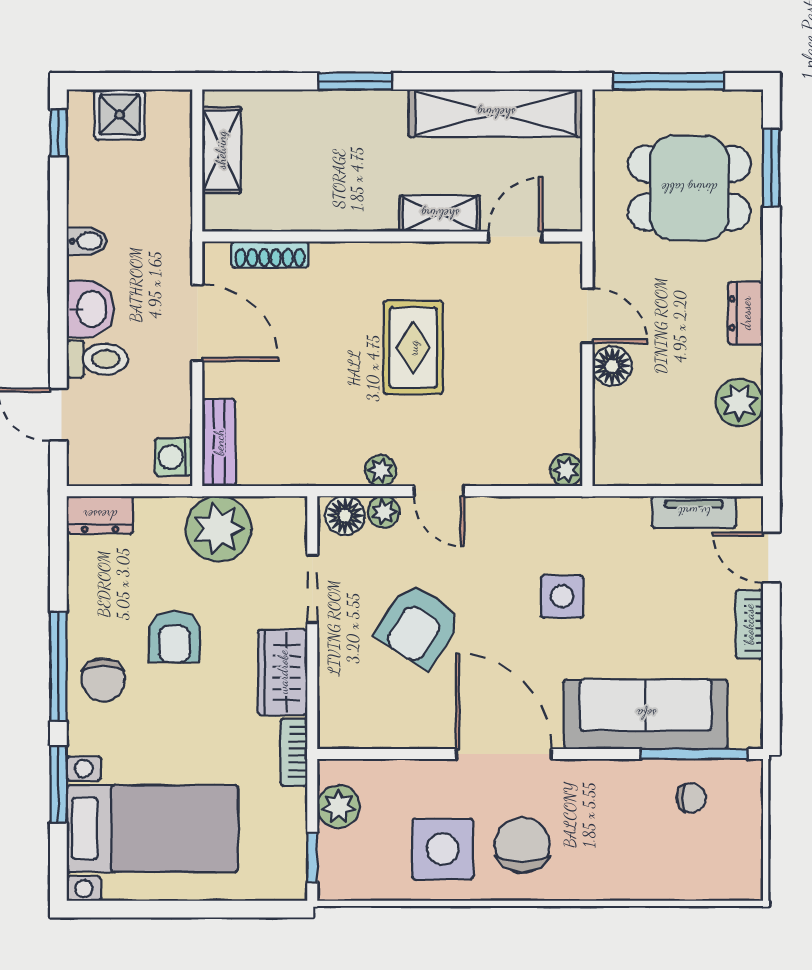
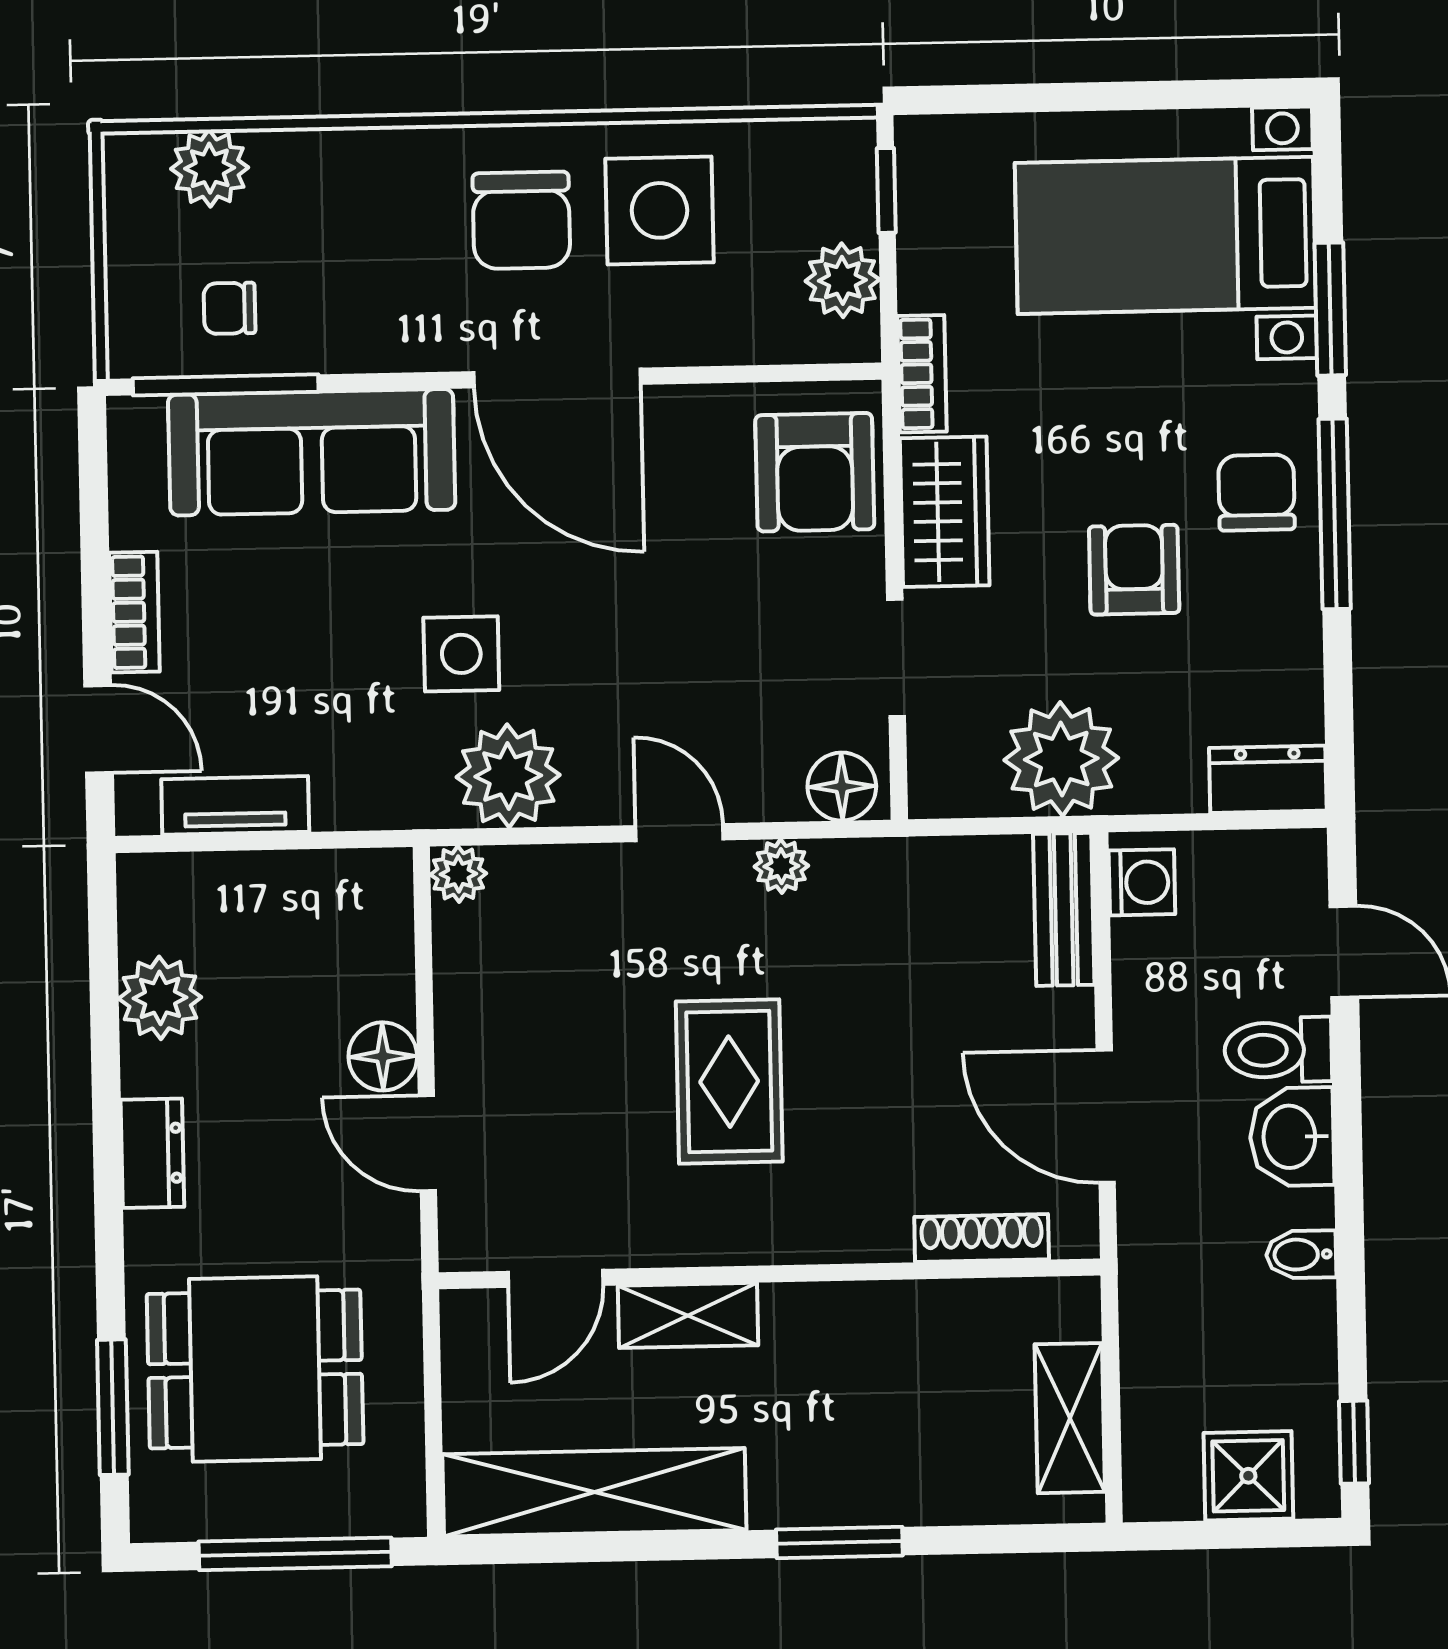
plant: (384, 512) -> (508, 776), moved, width x1.87, depth x1.87
armchair: (419, 626) -> (815, 472), moved, turned 147
plant: (701, 879) -> (210, 168), added

